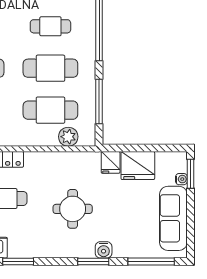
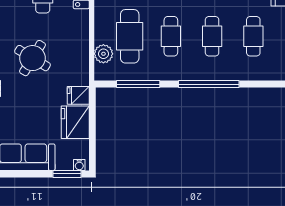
cafe table: (50, 68) -> (171, 36), width x0.73, depth x0.74
water cooler: (181, 179) -> (79, 165), moved
round table: (73, 209) -> (32, 58), turned 31

